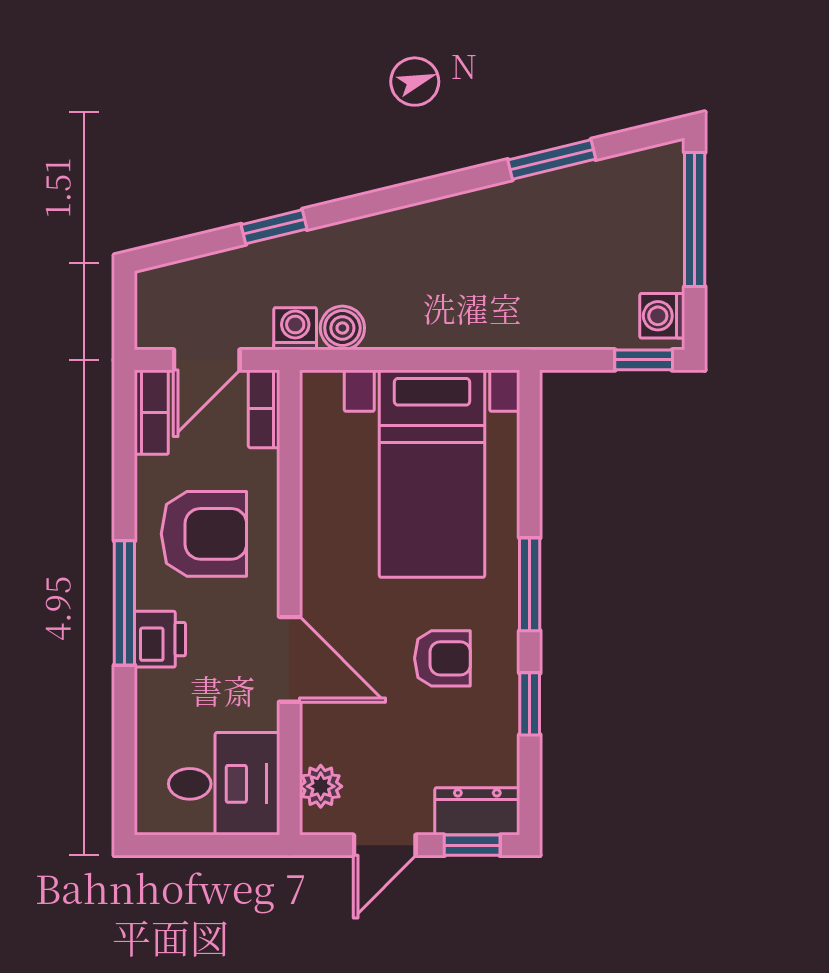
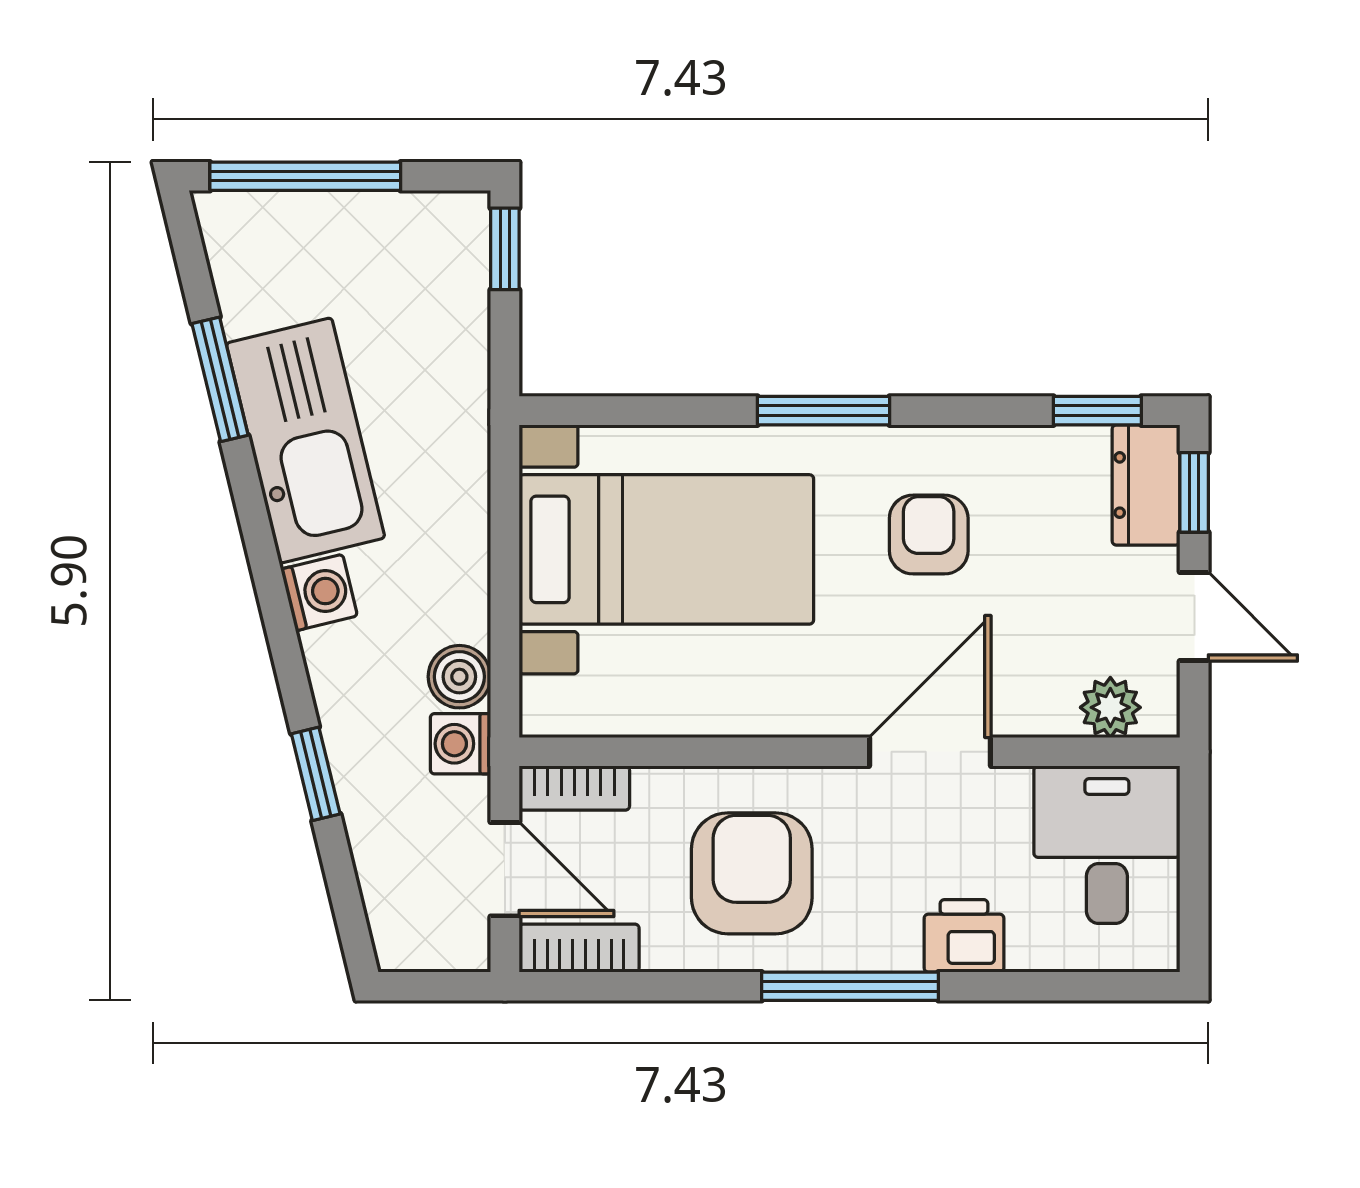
kitchen sink: (509, 220) -> (306, 440), added
washing machine: (662, 316) -> (319, 593), moved, turned -104
printer: (160, 639) -> (964, 936), moved
window: (530, 704) -> (1097, 411), moved

